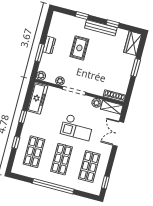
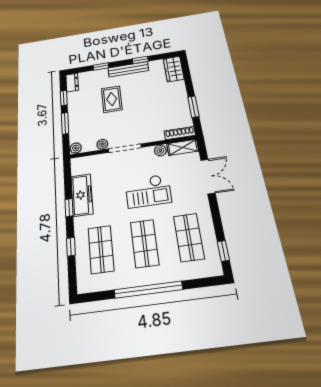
window: (45, 31) -> (64, 98), added
dresser: (49, 45) -> (72, 83), moved
window: (136, 68) -> (193, 107), moved
freezer: (37, 98) -> (82, 195), moved
double door: (118, 134) -> (208, 176), swing flipped

